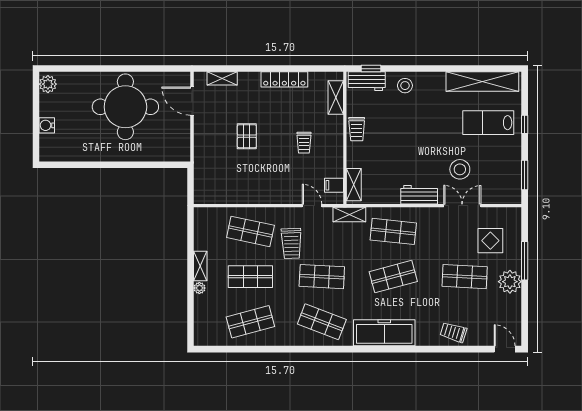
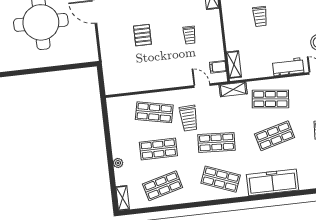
trolley: (357, 129) -> (260, 16), moved
shelving: (200, 266) -> (123, 198), moved

